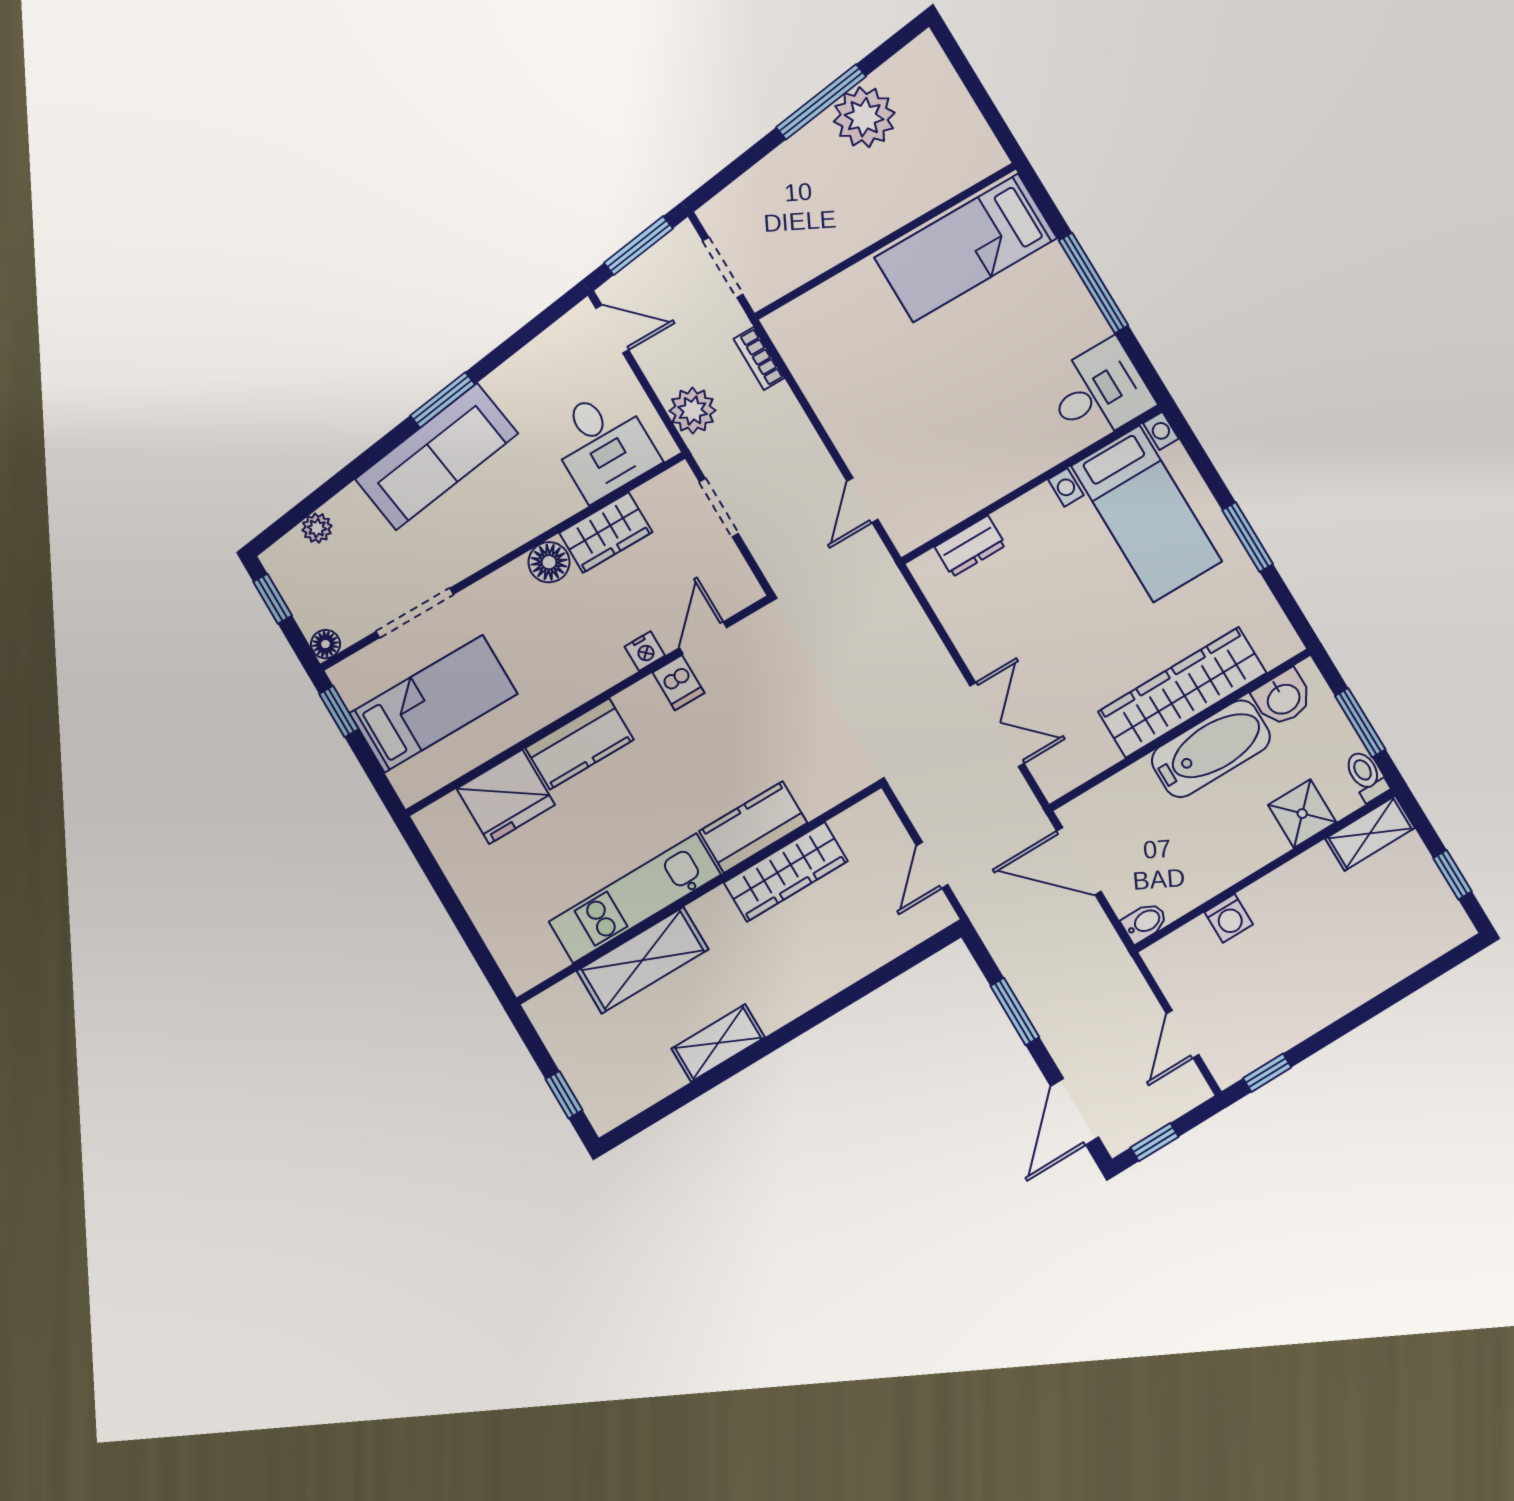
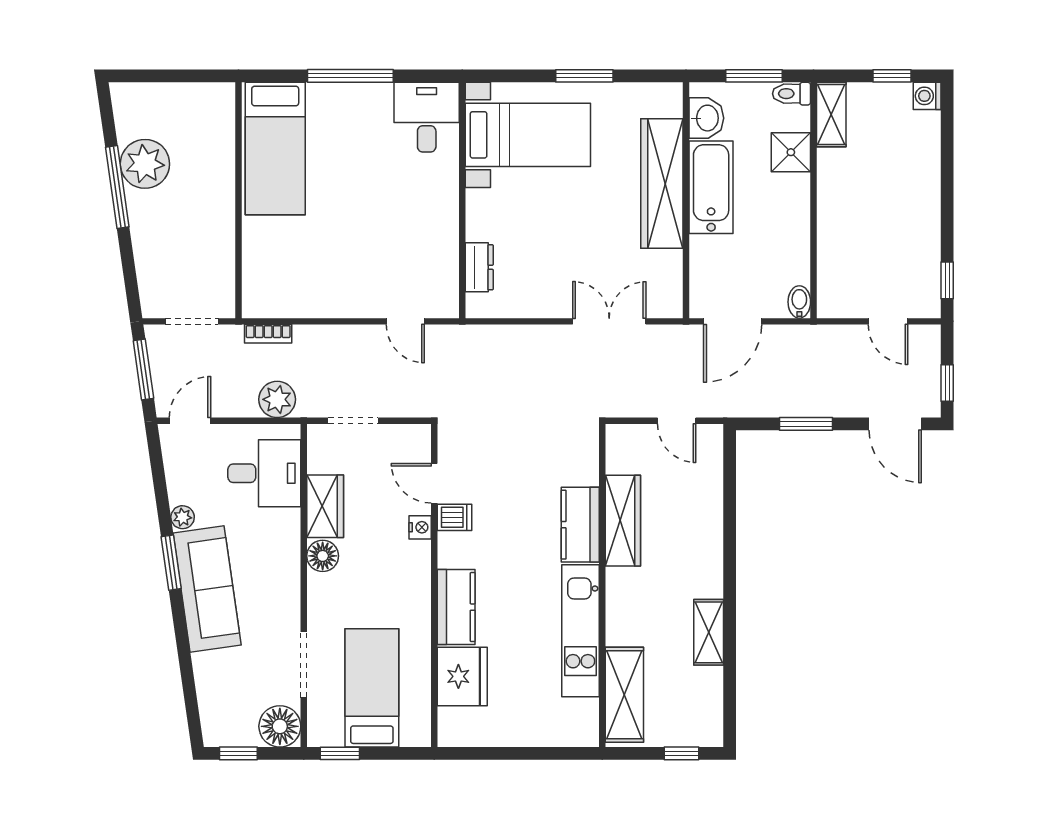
plant: (317, 528) -> (183, 517), moved
floor lamp: (325, 644) -> (280, 726), width x1.89, depth x1.89
washing machine: (1229, 918) -> (927, 96), moved, turned 180
shelving: (643, 960) -> (624, 695), moved

